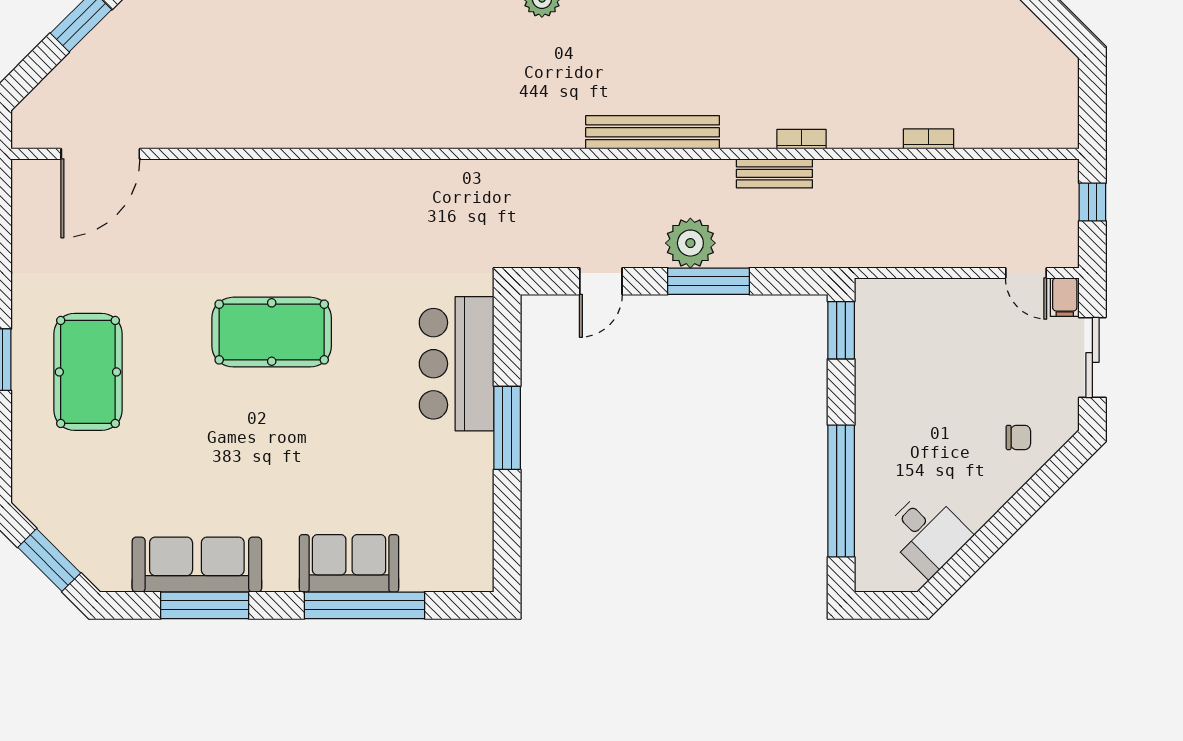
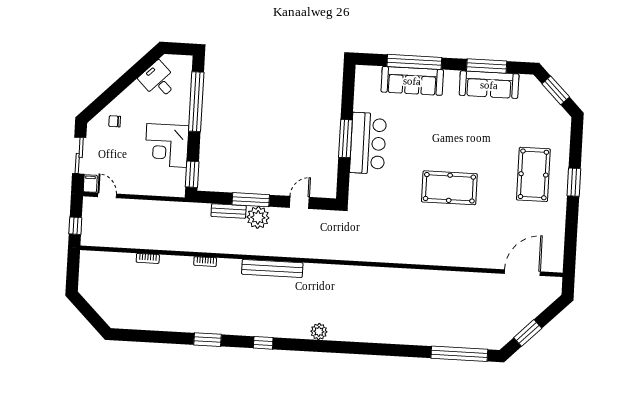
bench: (774, 173) -> (229, 211), moved
bar counter: (457, 364) -> (368, 143), moved
corner desk: (901, 391) -> (167, 145), added
sofa: (349, 563) -> (412, 81), width x1.36

